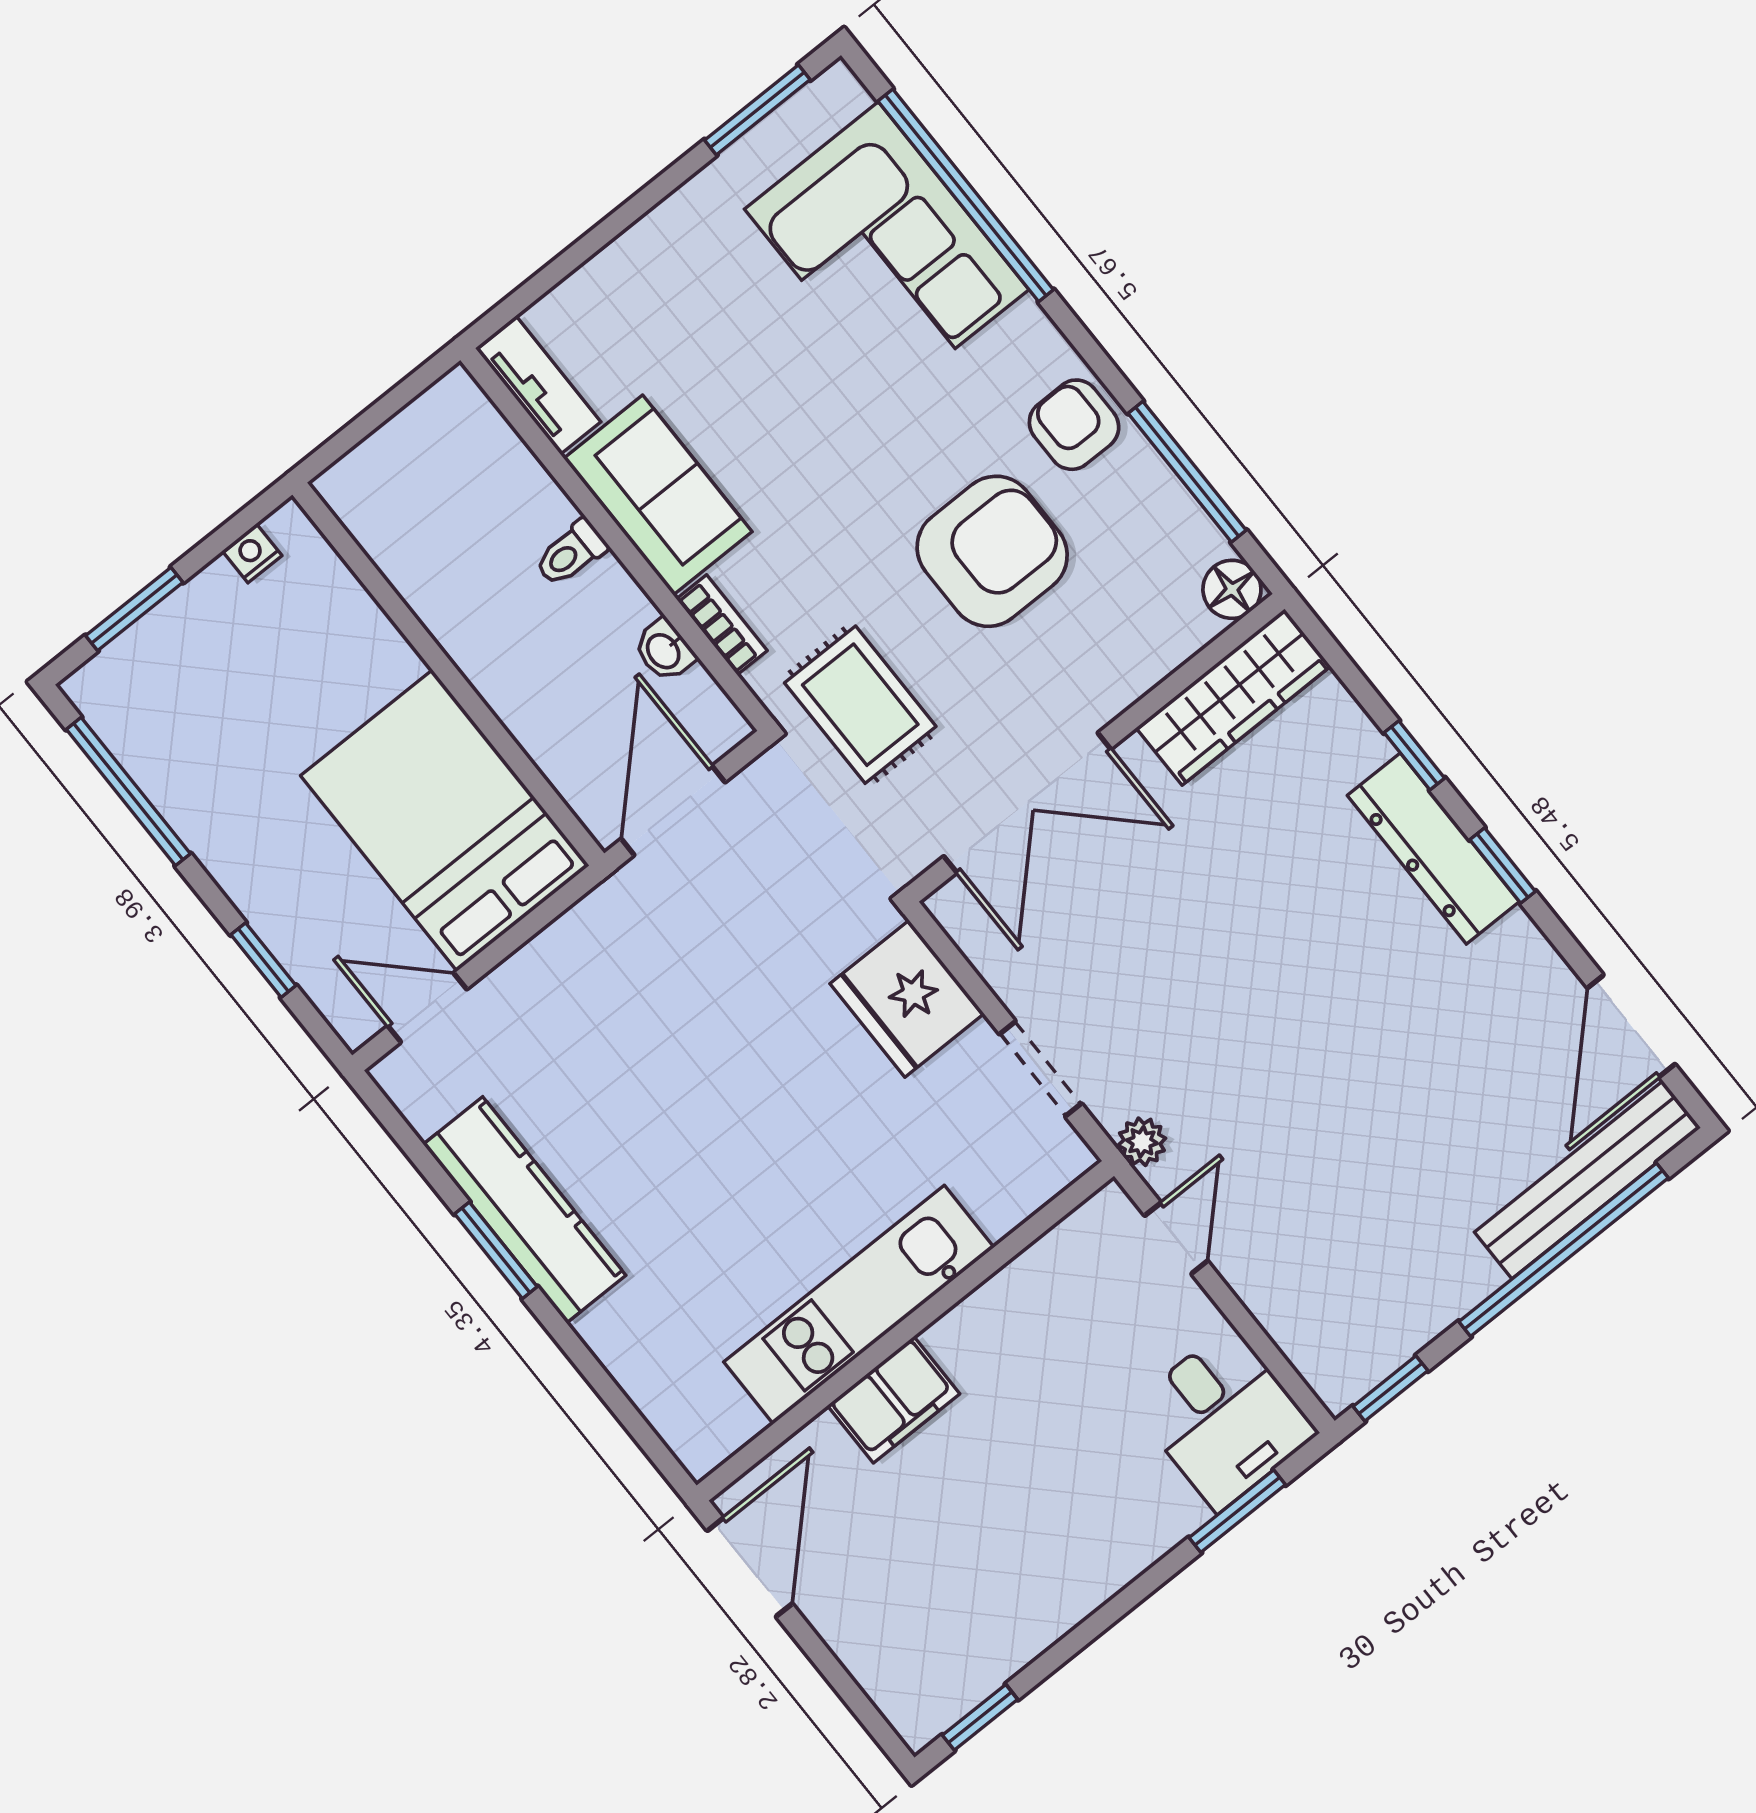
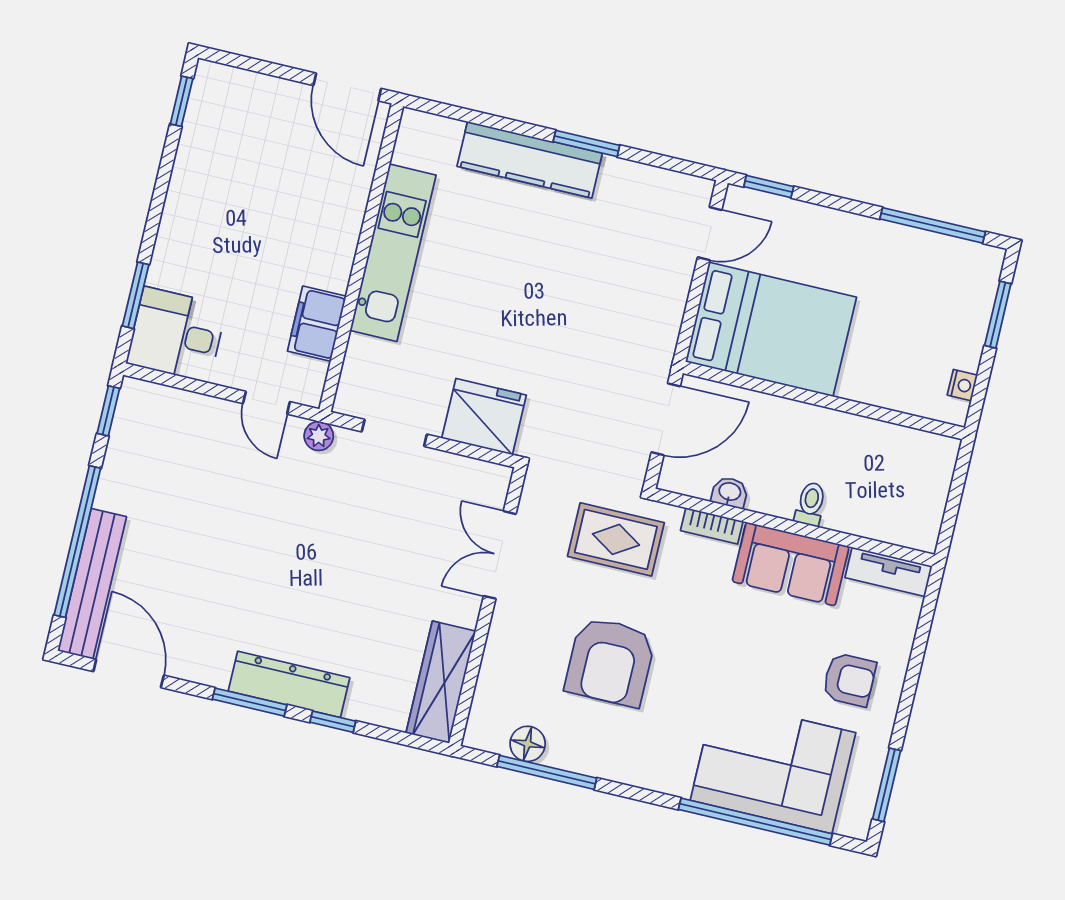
armchair: (1074, 425) -> (849, 680), moved
floor lamp: (1232, 589) -> (528, 744), moved
double door: (1027, 803) -> (500, 555), width x0.73
door: (673, 811) -> (666, 419), hinge flipped
window: (1503, 865) -> (250, 702), width x1.50
window: (263, 960) -> (769, 187), moved
kitchen counter: (525, 1210) -> (530, 160), moved
filing cabinet: (893, 1400) -> (317, 324), moved

